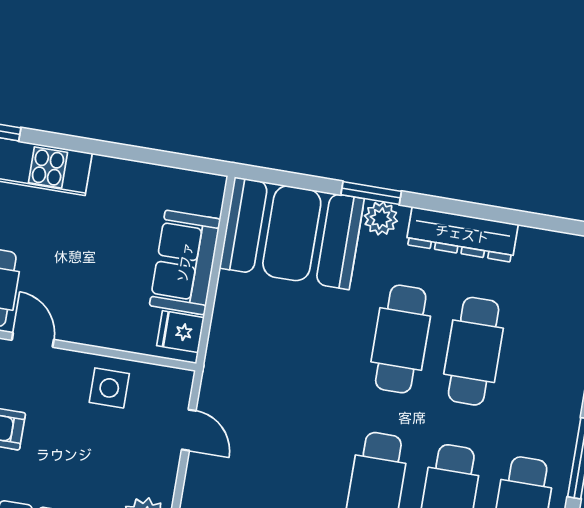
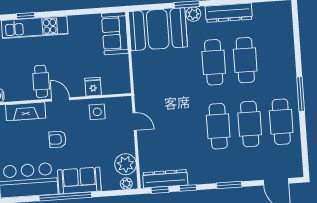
sofa: (185, 262) -> (115, 33), moved
fridge: (180, 332) -> (93, 87), moved, turned 90

